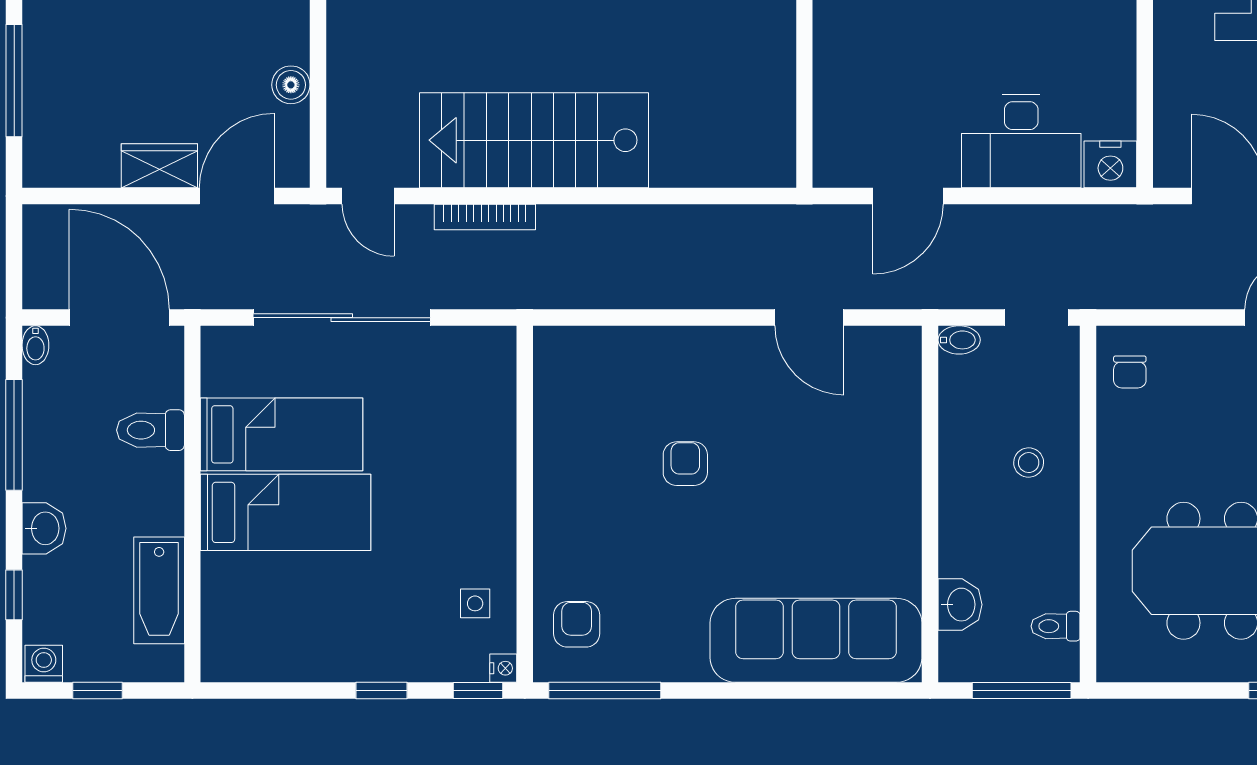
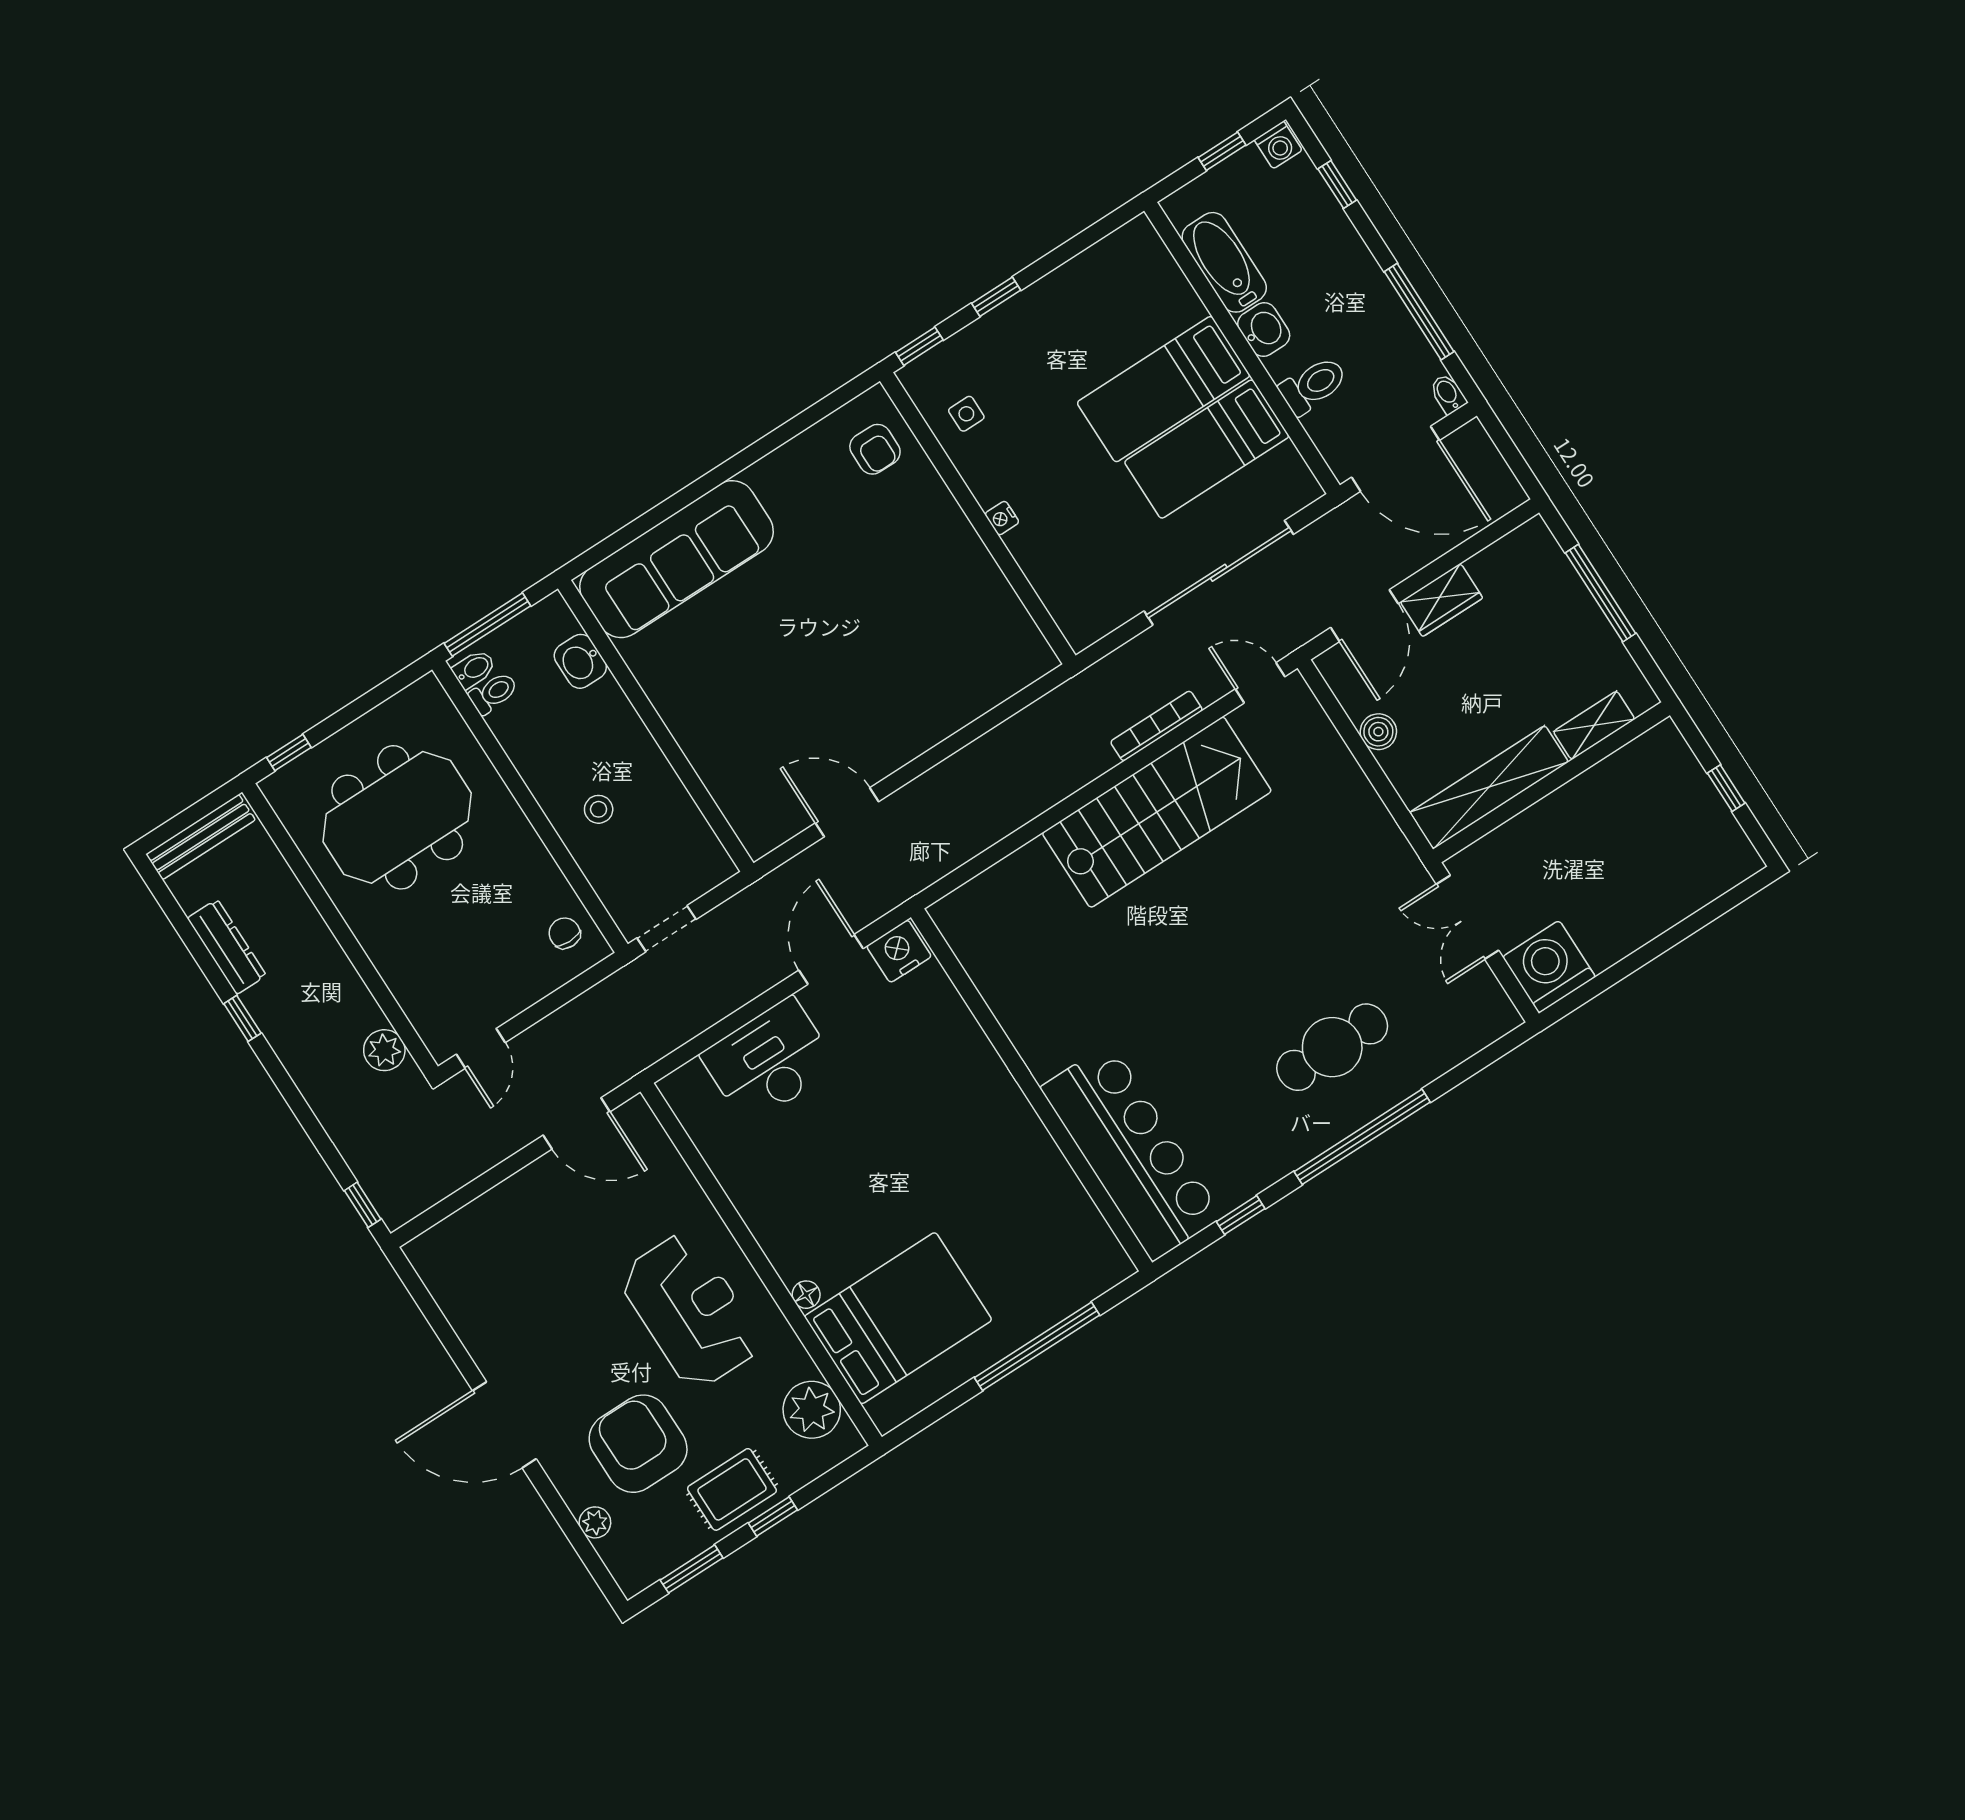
nightstand: (1110, 164) -> (899, 951), moved
bidet: (959, 340) -> (474, 669), moved, turned 180
armchair: (685, 464) -> (871, 633), removed
washbasin: (44, 528) -> (1264, 330), moved, turned 180
nightstand: (503, 668) -> (1002, 518), moved
window: (605, 690) -> (819, 411), removed

